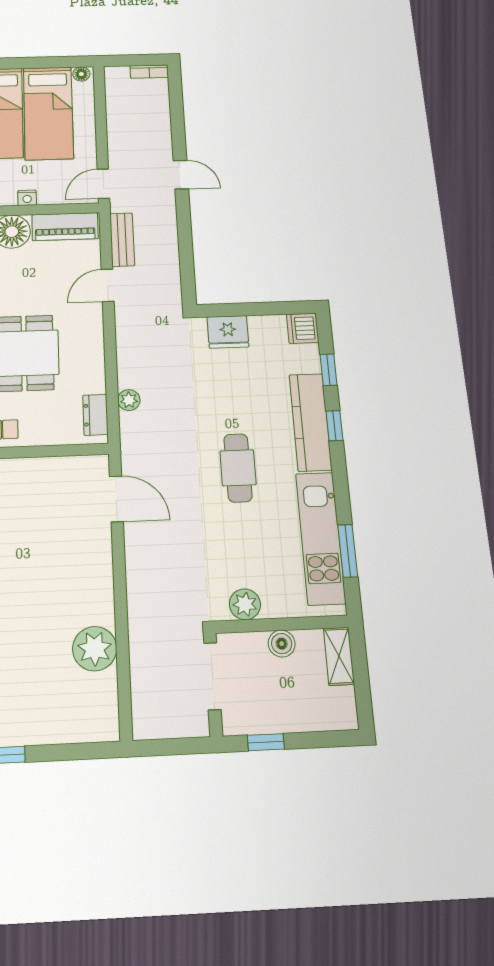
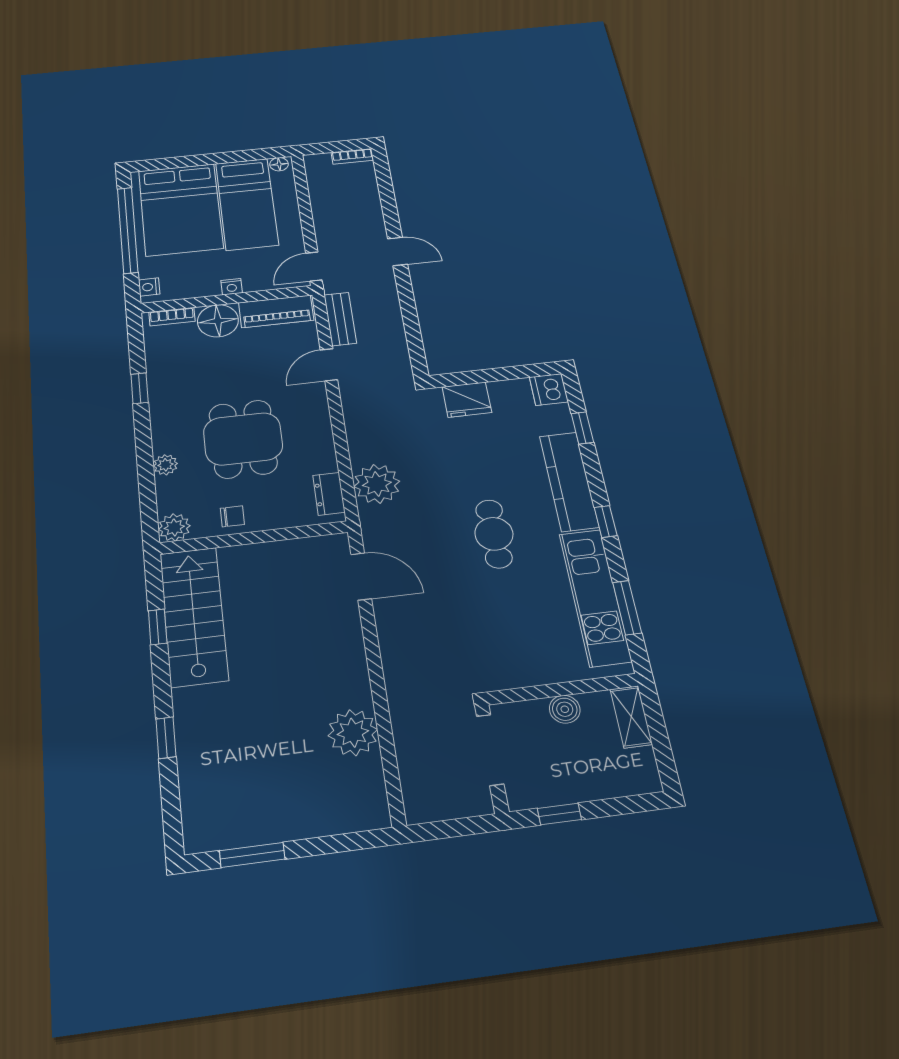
plant: (129, 400) -> (377, 484), width x1.88, depth x1.88
window: (334, 426) -> (606, 521), moved
plant: (245, 604) -> (518, 672), removed

